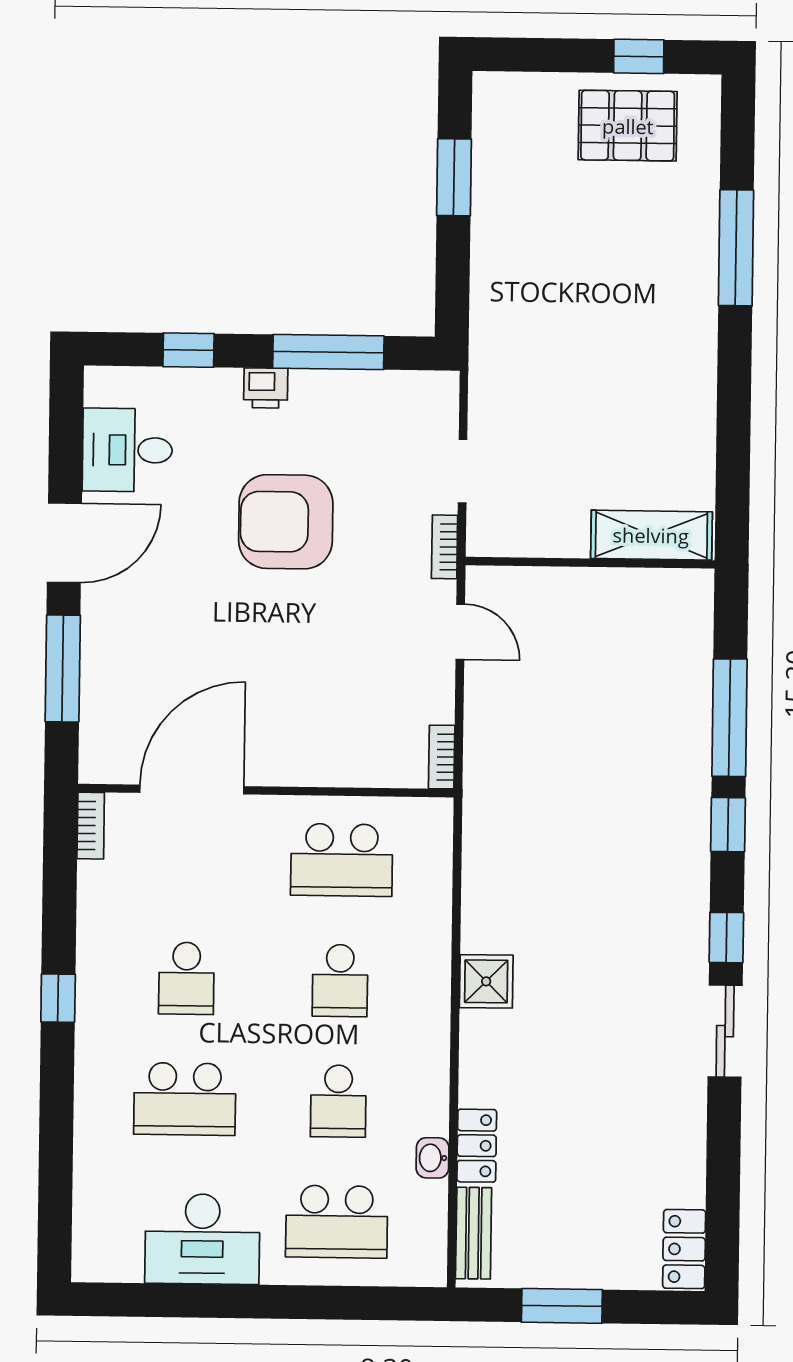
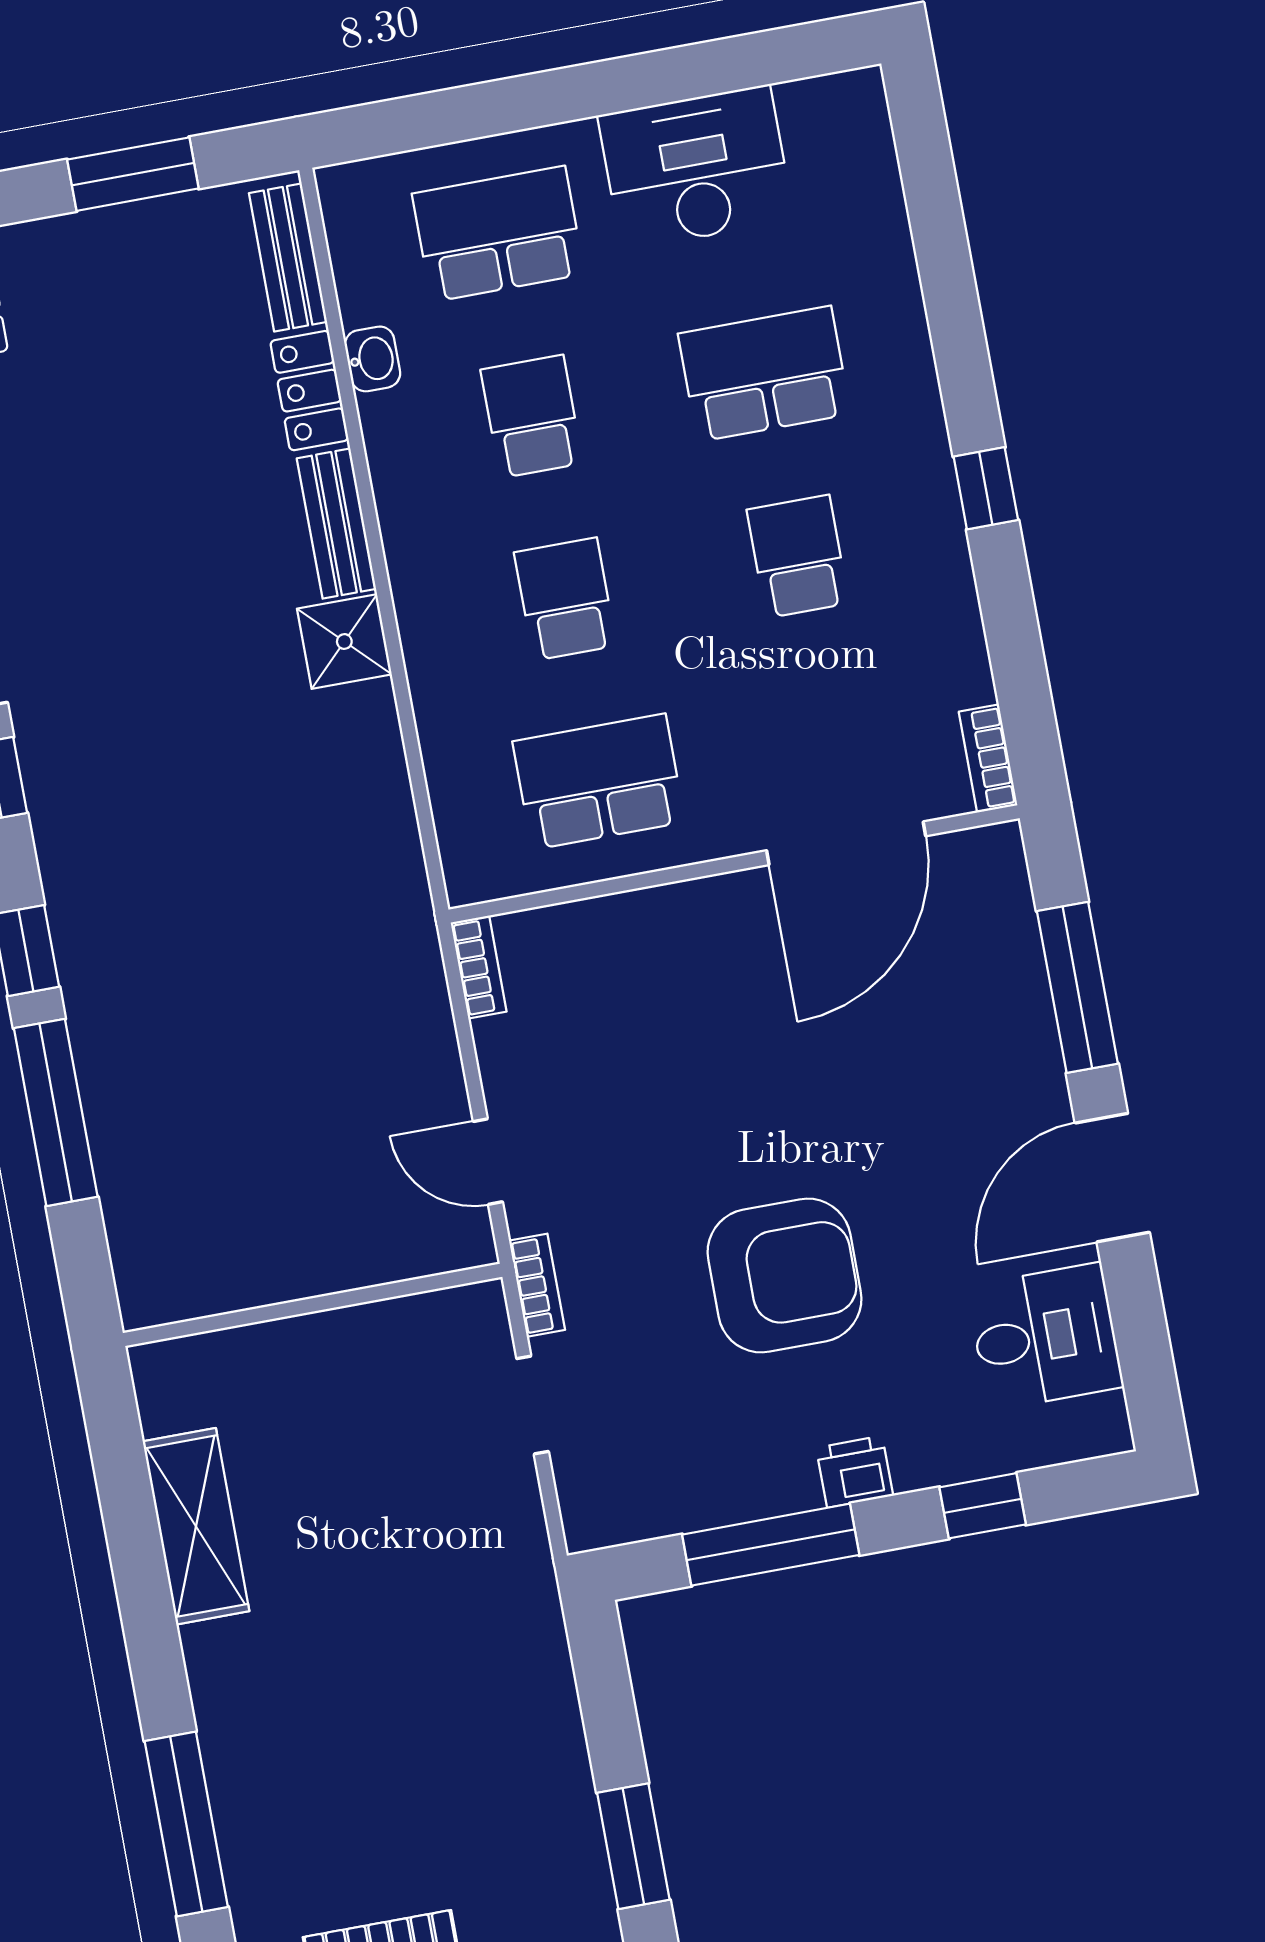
shelving: (651, 535) -> (196, 1526), moved, turned 90
bench: (476, 1058) -> (336, 524), added

